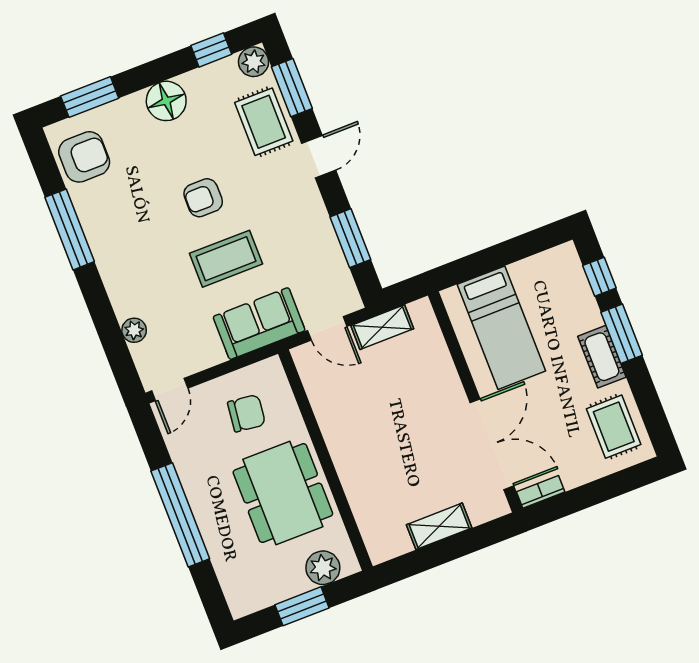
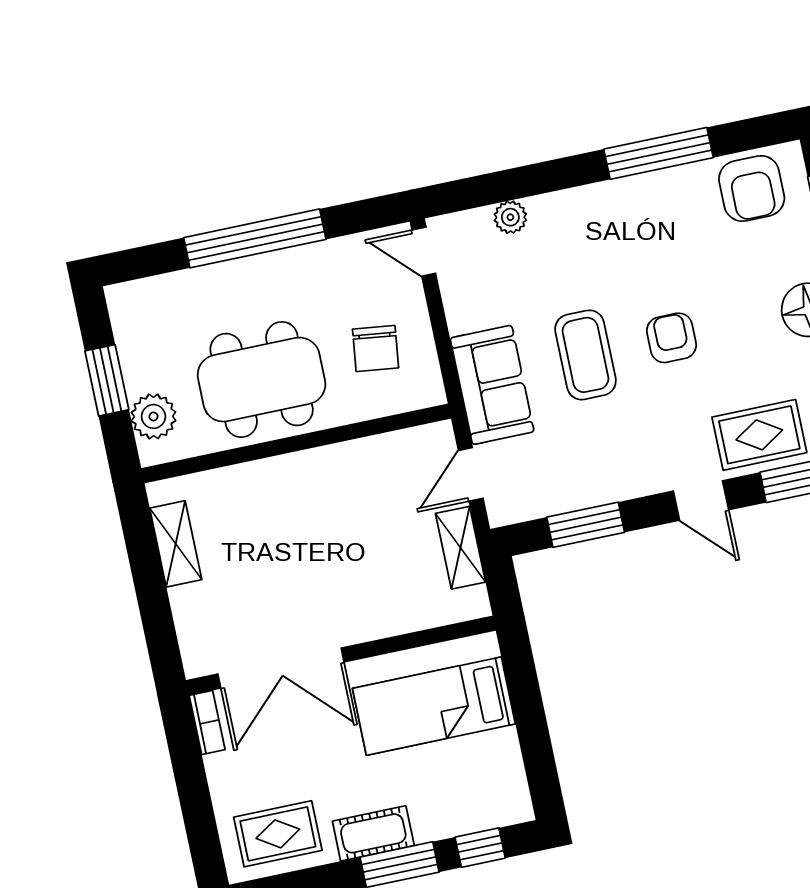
shelving: (439, 526) -> (176, 544), moved

